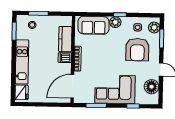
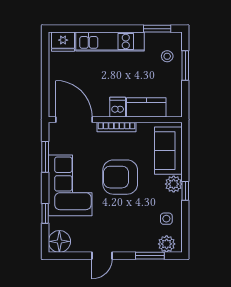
armchair: (137, 50) -> (120, 177), moved
floor lamp: (151, 87) -> (59, 241), moved

